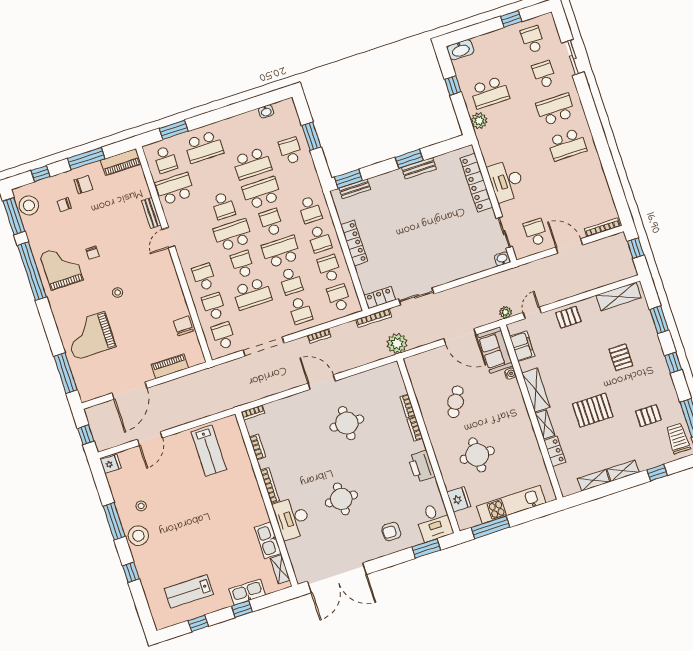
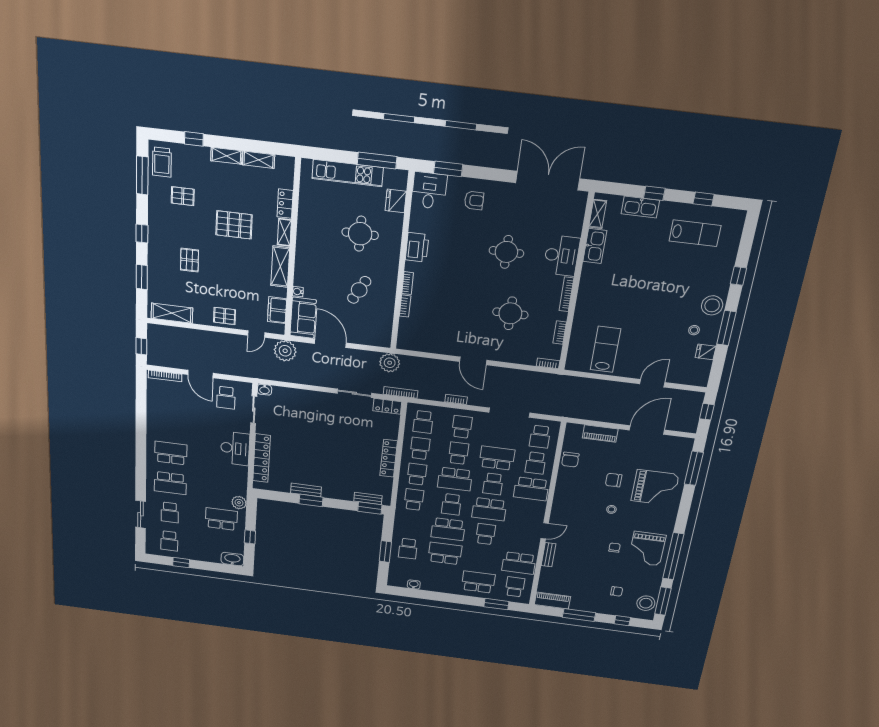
chair: (83, 185) -> (614, 480), moved
school desk: (329, 268) -> (420, 448), turned 180
school desk: (204, 277) -> (531, 489), width x1.85
plant: (505, 312) -> (285, 351), width x1.88, depth x1.88
round table: (347, 423) -> (510, 313), moved
fridge: (111, 464) -> (706, 352), moved

